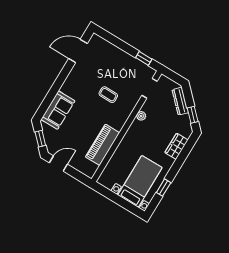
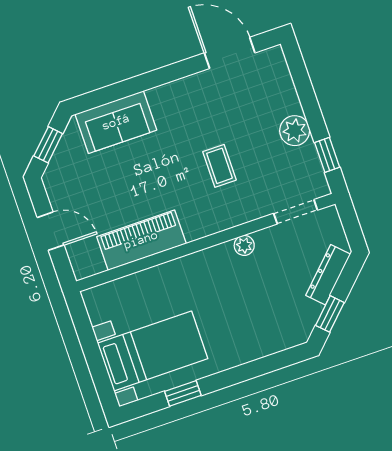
plant: (125, 59) -> (295, 131), added
wardrobe: (176, 146) -> (260, 343), removed
door: (58, 164) -> (51, 231), moved

